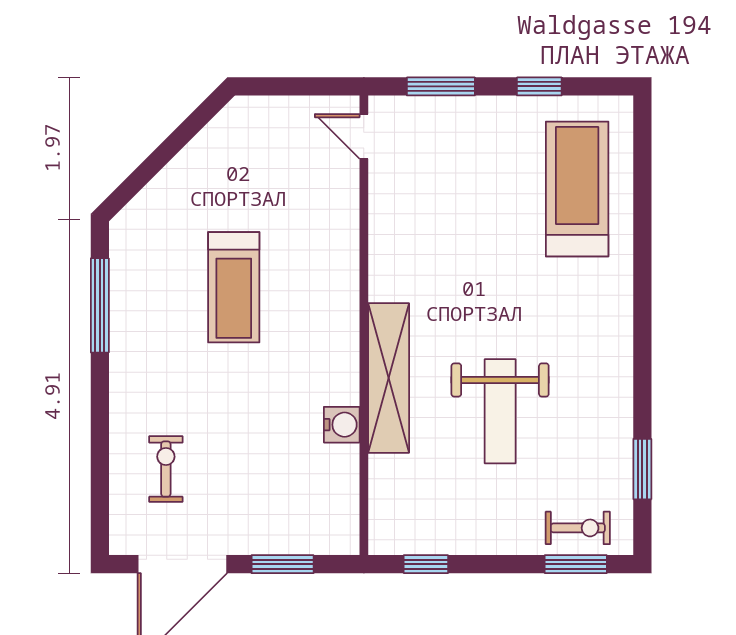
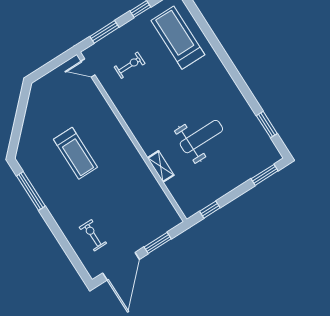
shelving: (389, 378) -> (161, 166), width x0.45, depth x0.75
weight bench: (500, 411) -> (201, 137), turned -90
water cooler: (342, 425) -> (147, 178), removed
exercise bike: (578, 528) -> (130, 65), moved

